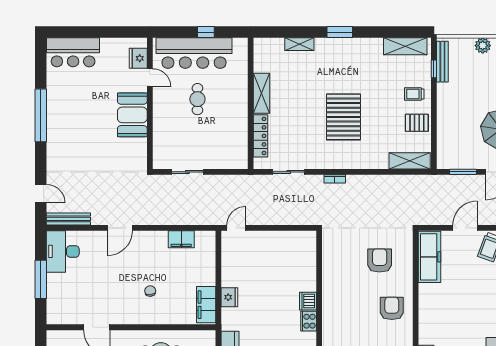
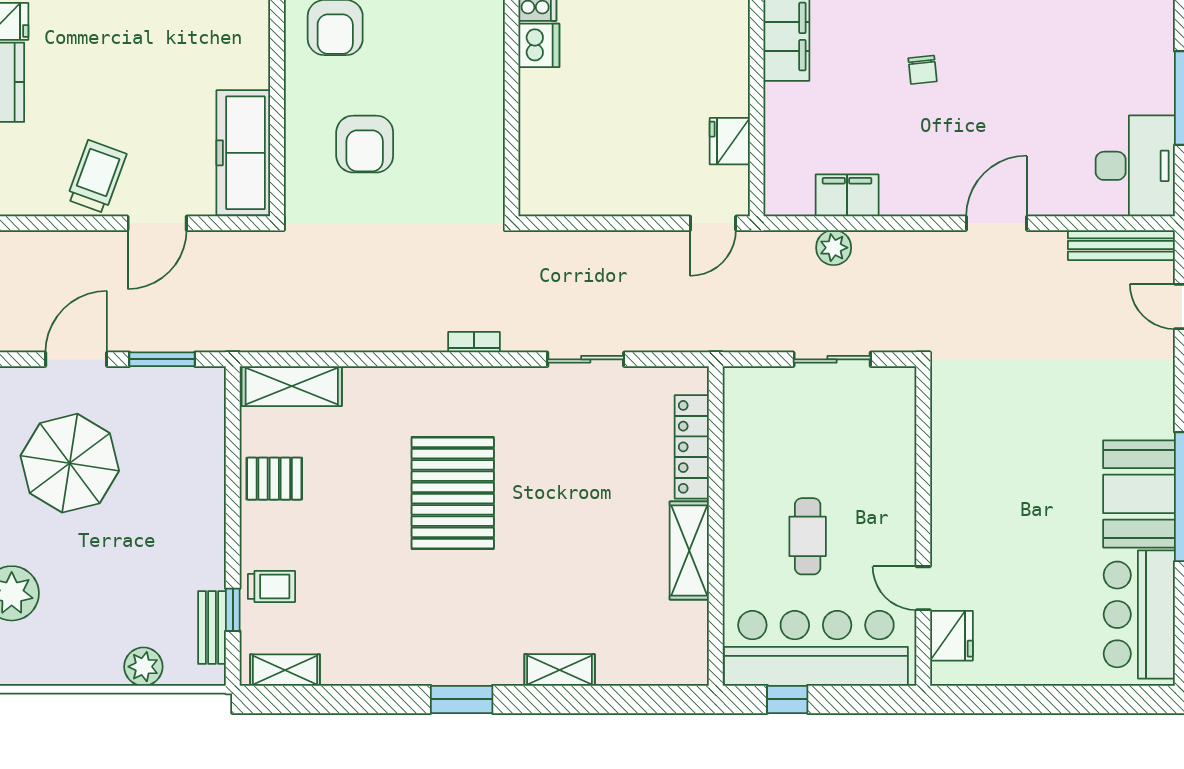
shelving: (405, 46) -> (285, 670), width x0.67, depth x0.75
plant: (483, 46) -> (143, 667), moved
bar counter: (73, 52) -> (1139, 614), moved, turned -90
bench: (442, 62) -> (212, 627), width x0.73
shelving: (261, 93) -> (689, 550), moved
trolley: (414, 94) -> (271, 586), moved
wall: (251, 103) -> (716, 526), moved
booth: (132, 115) -> (1139, 494), moved
locker: (260, 136) -> (692, 447), moved
plant: (187, 218) -> (834, 248), added
fridge: (229, 297) -> (730, 141), moved

